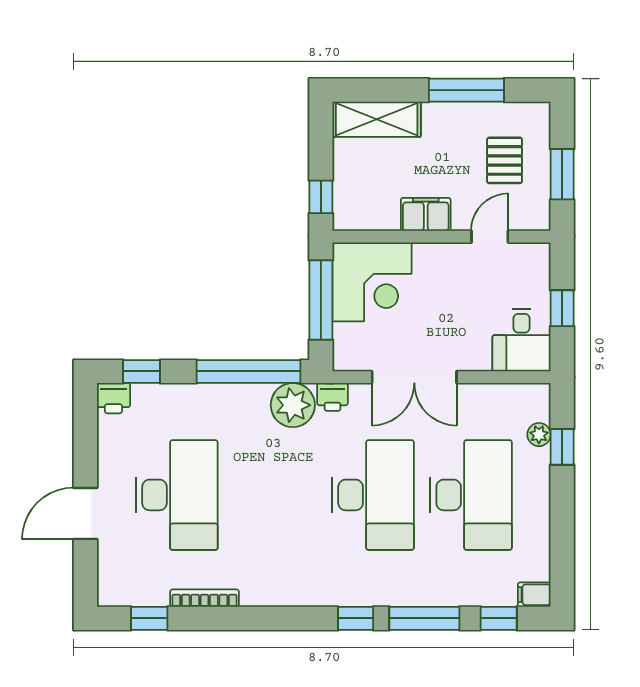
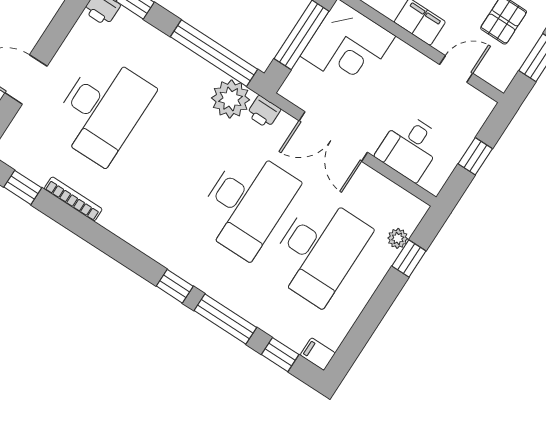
desk: (521, 340) -> (410, 147), moved

